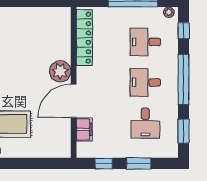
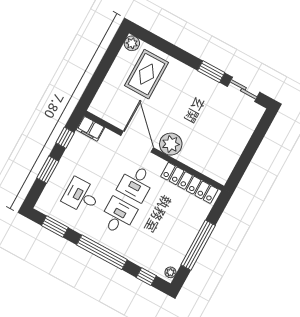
desk: (145, 42) -> (136, 183), moved, turned 180
filing cabinet: (84, 129) -> (91, 128), moved

